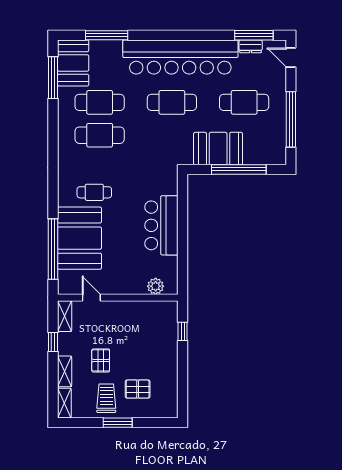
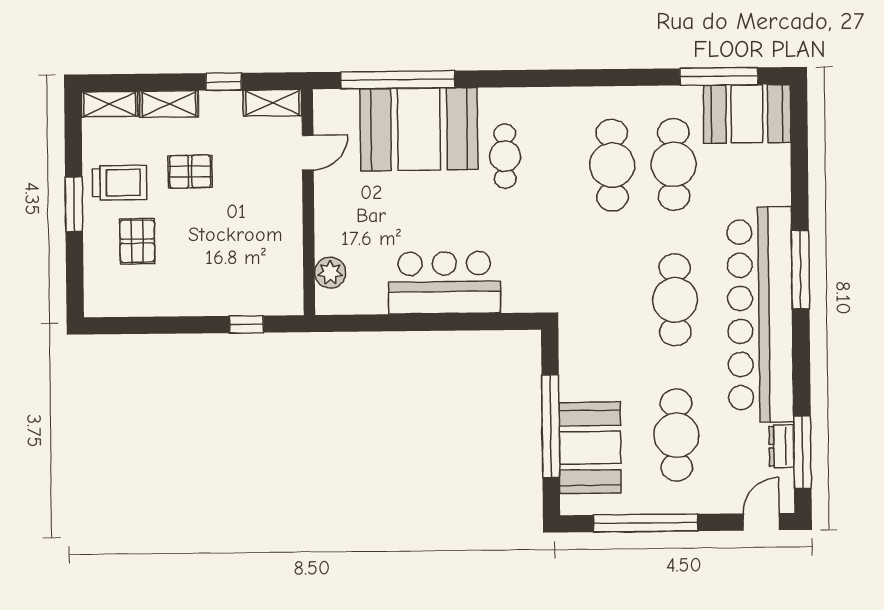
window: (107, 35) -> (800, 269), moved
booth: (218, 149) -> (590, 448), moved

